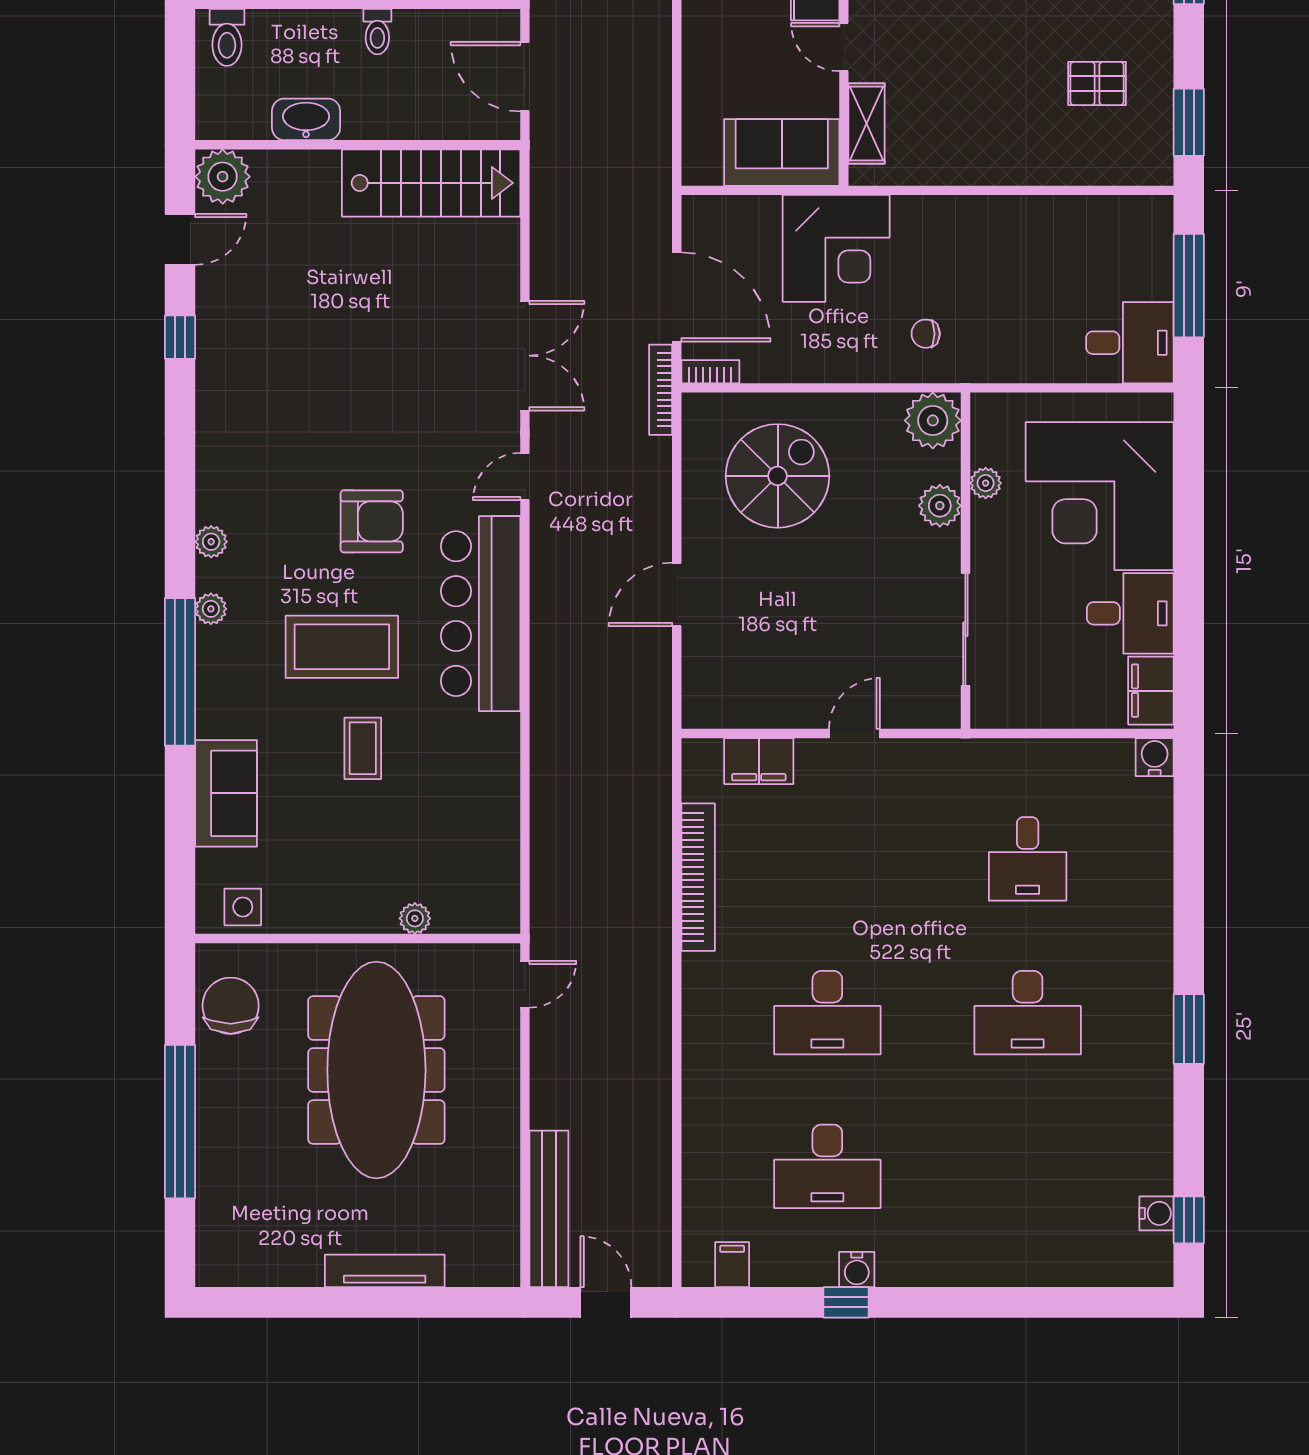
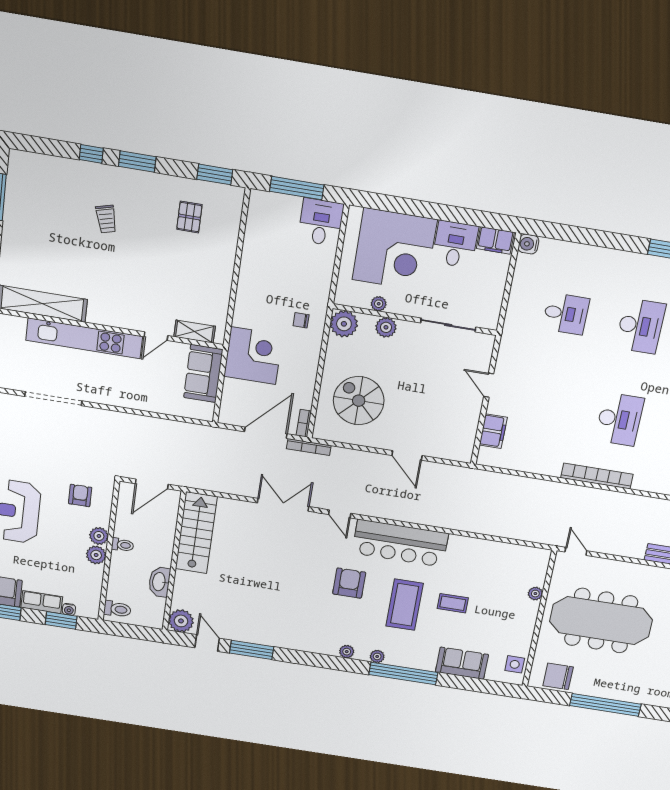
chair: (926, 334) -> (301, 320), turned 90
window: (180, 337) -> (252, 650), width x2.17
bookcase: (698, 877) -> (597, 476), moved

